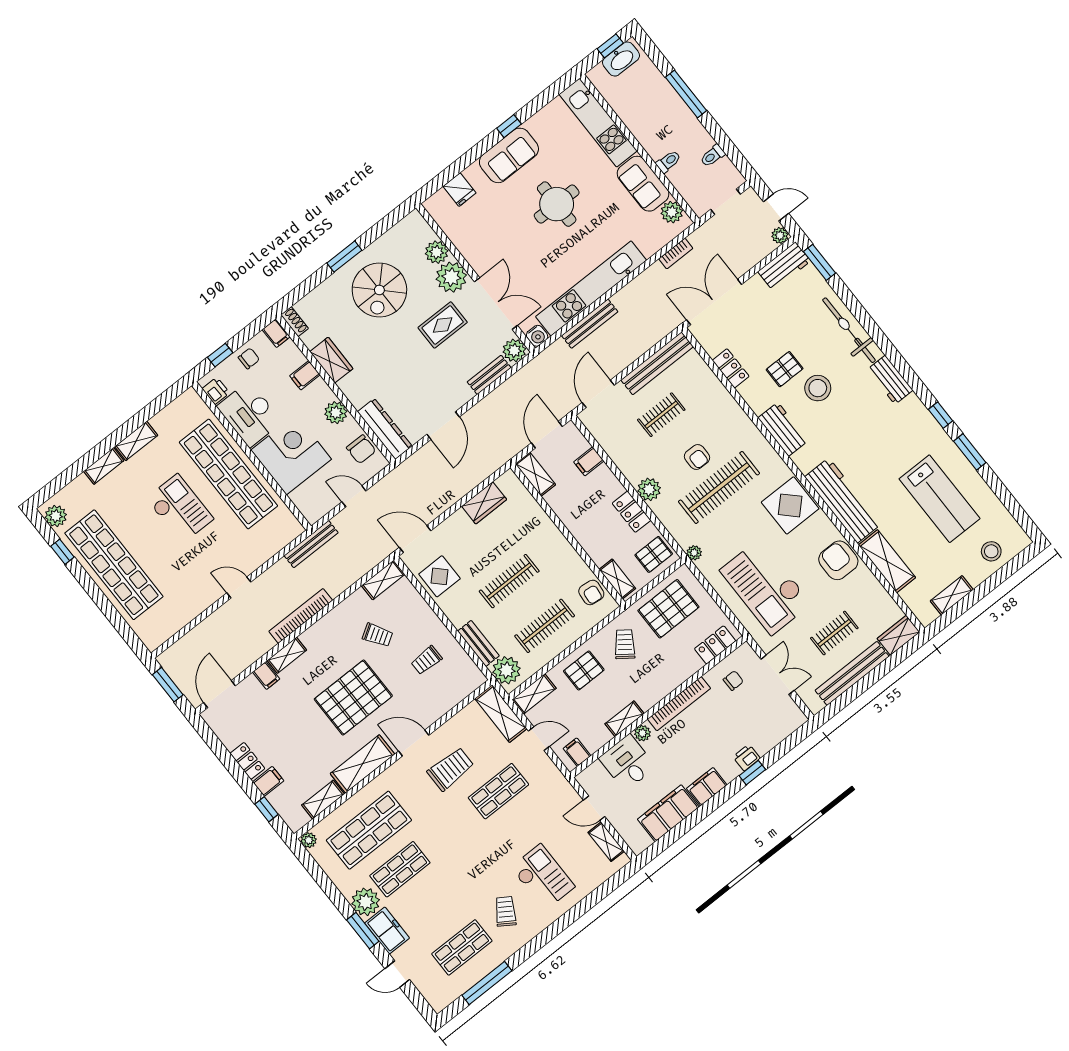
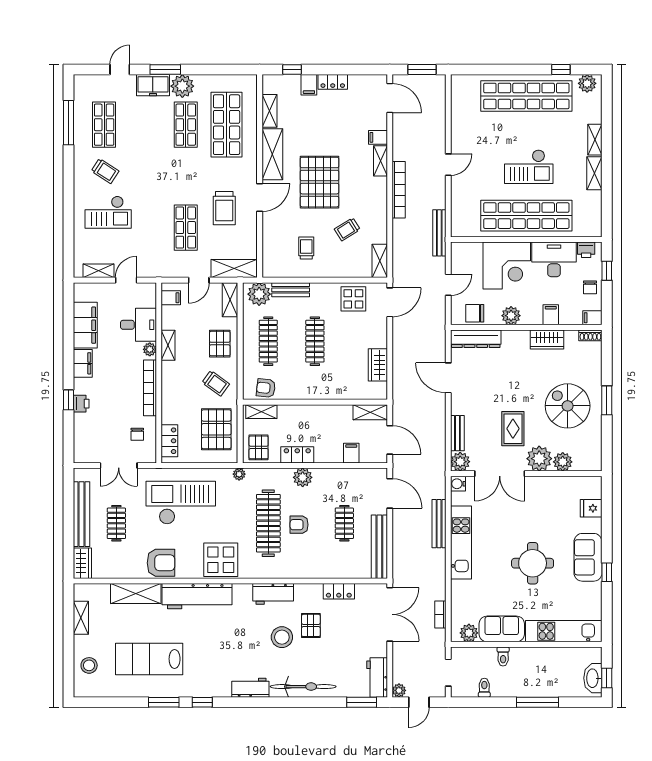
kitchen unit: (591, 288) -> (461, 542), width x0.73
plant: (309, 840) -> (251, 81), removed

